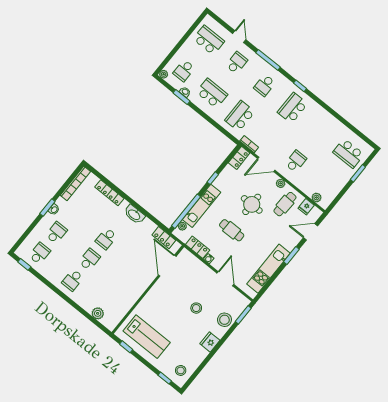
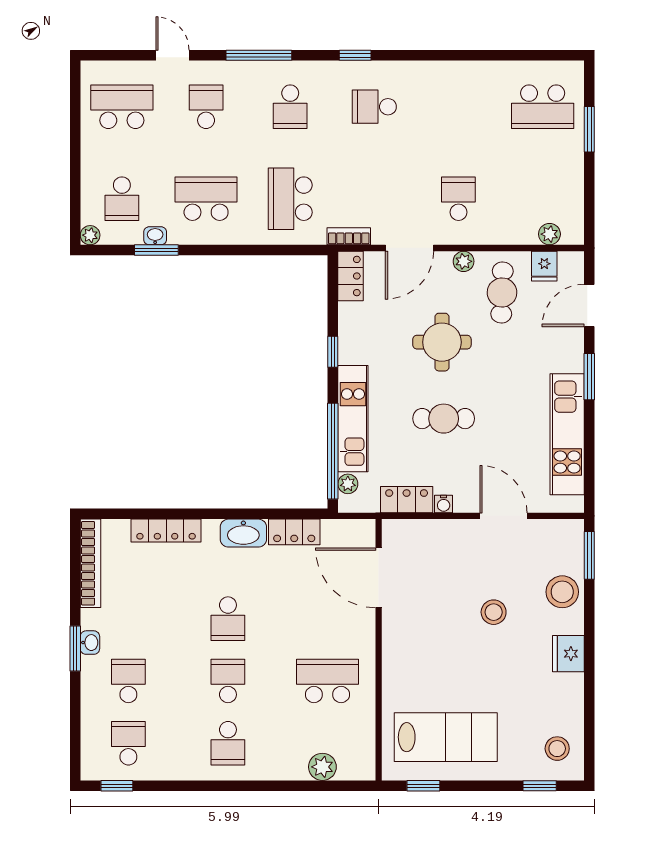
school desk: (293, 108) -> (374, 107), width x0.54
locker: (164, 238) -> (294, 532), moved
school desk: (122, 286) -> (327, 681), added

